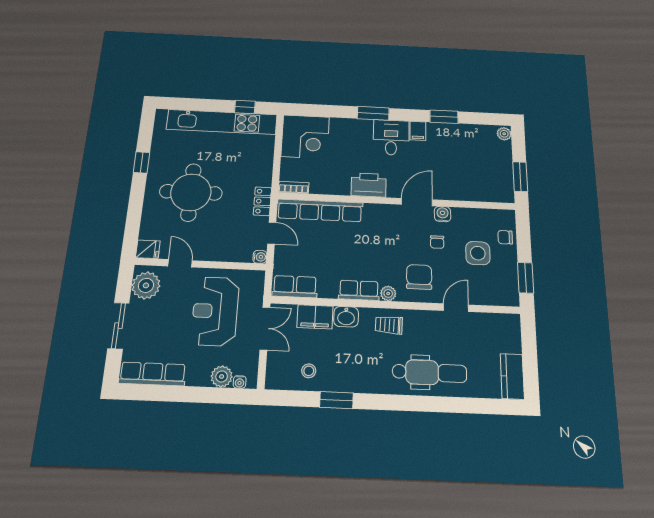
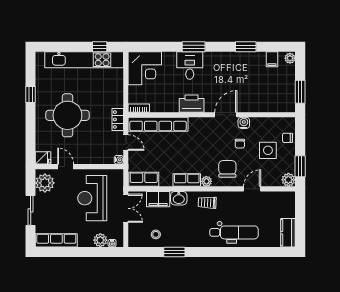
filing cabinet: (418, 131) -> (272, 59), moved
desk: (391, 137) -> (190, 66), moved
plant: (509, 296) -> (288, 180), added

